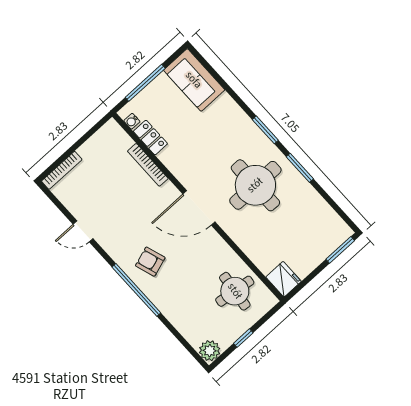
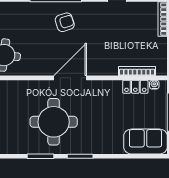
bookcase: (148, 165) -> (137, 71), moved

